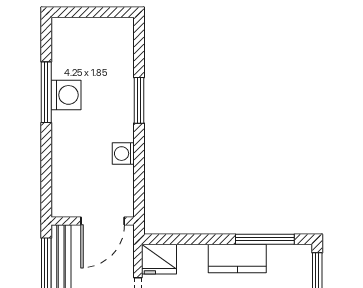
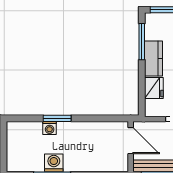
washing machine: (123, 154) -> (50, 128), moved
fridge: (159, 259) -> (154, 88), moved

